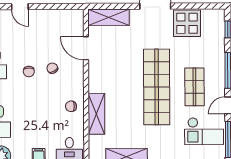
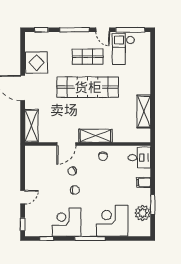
door: (86, 48) -> (66, 144), moved
shelving: (96, 114) -> (96, 136), moved
checkout: (204, 131) -> (123, 49), turned 180

